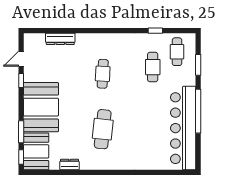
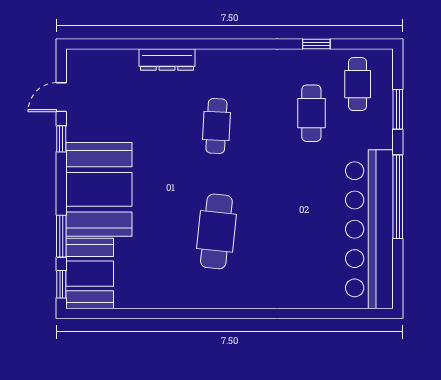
dresser: (60, 39) -> (167, 59), moved
dresser: (69, 165) -> (153, 299), removed

